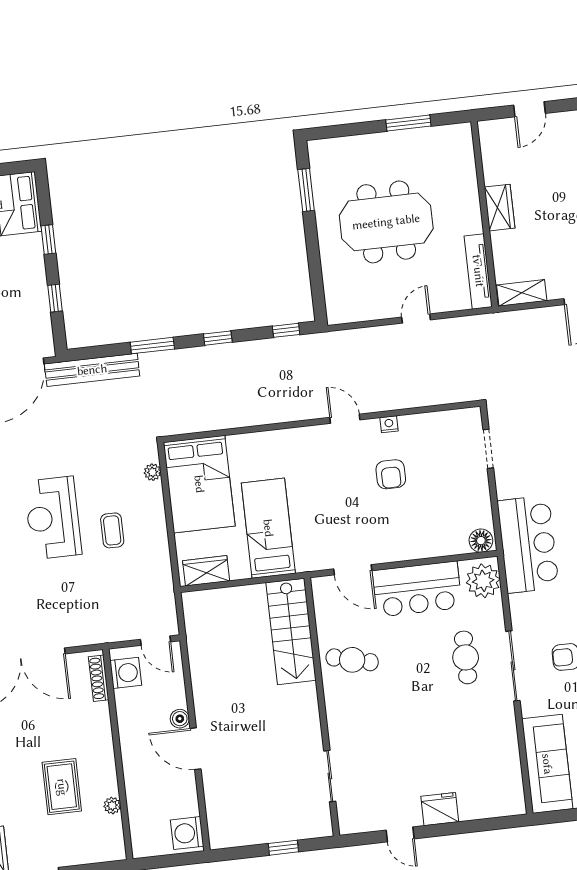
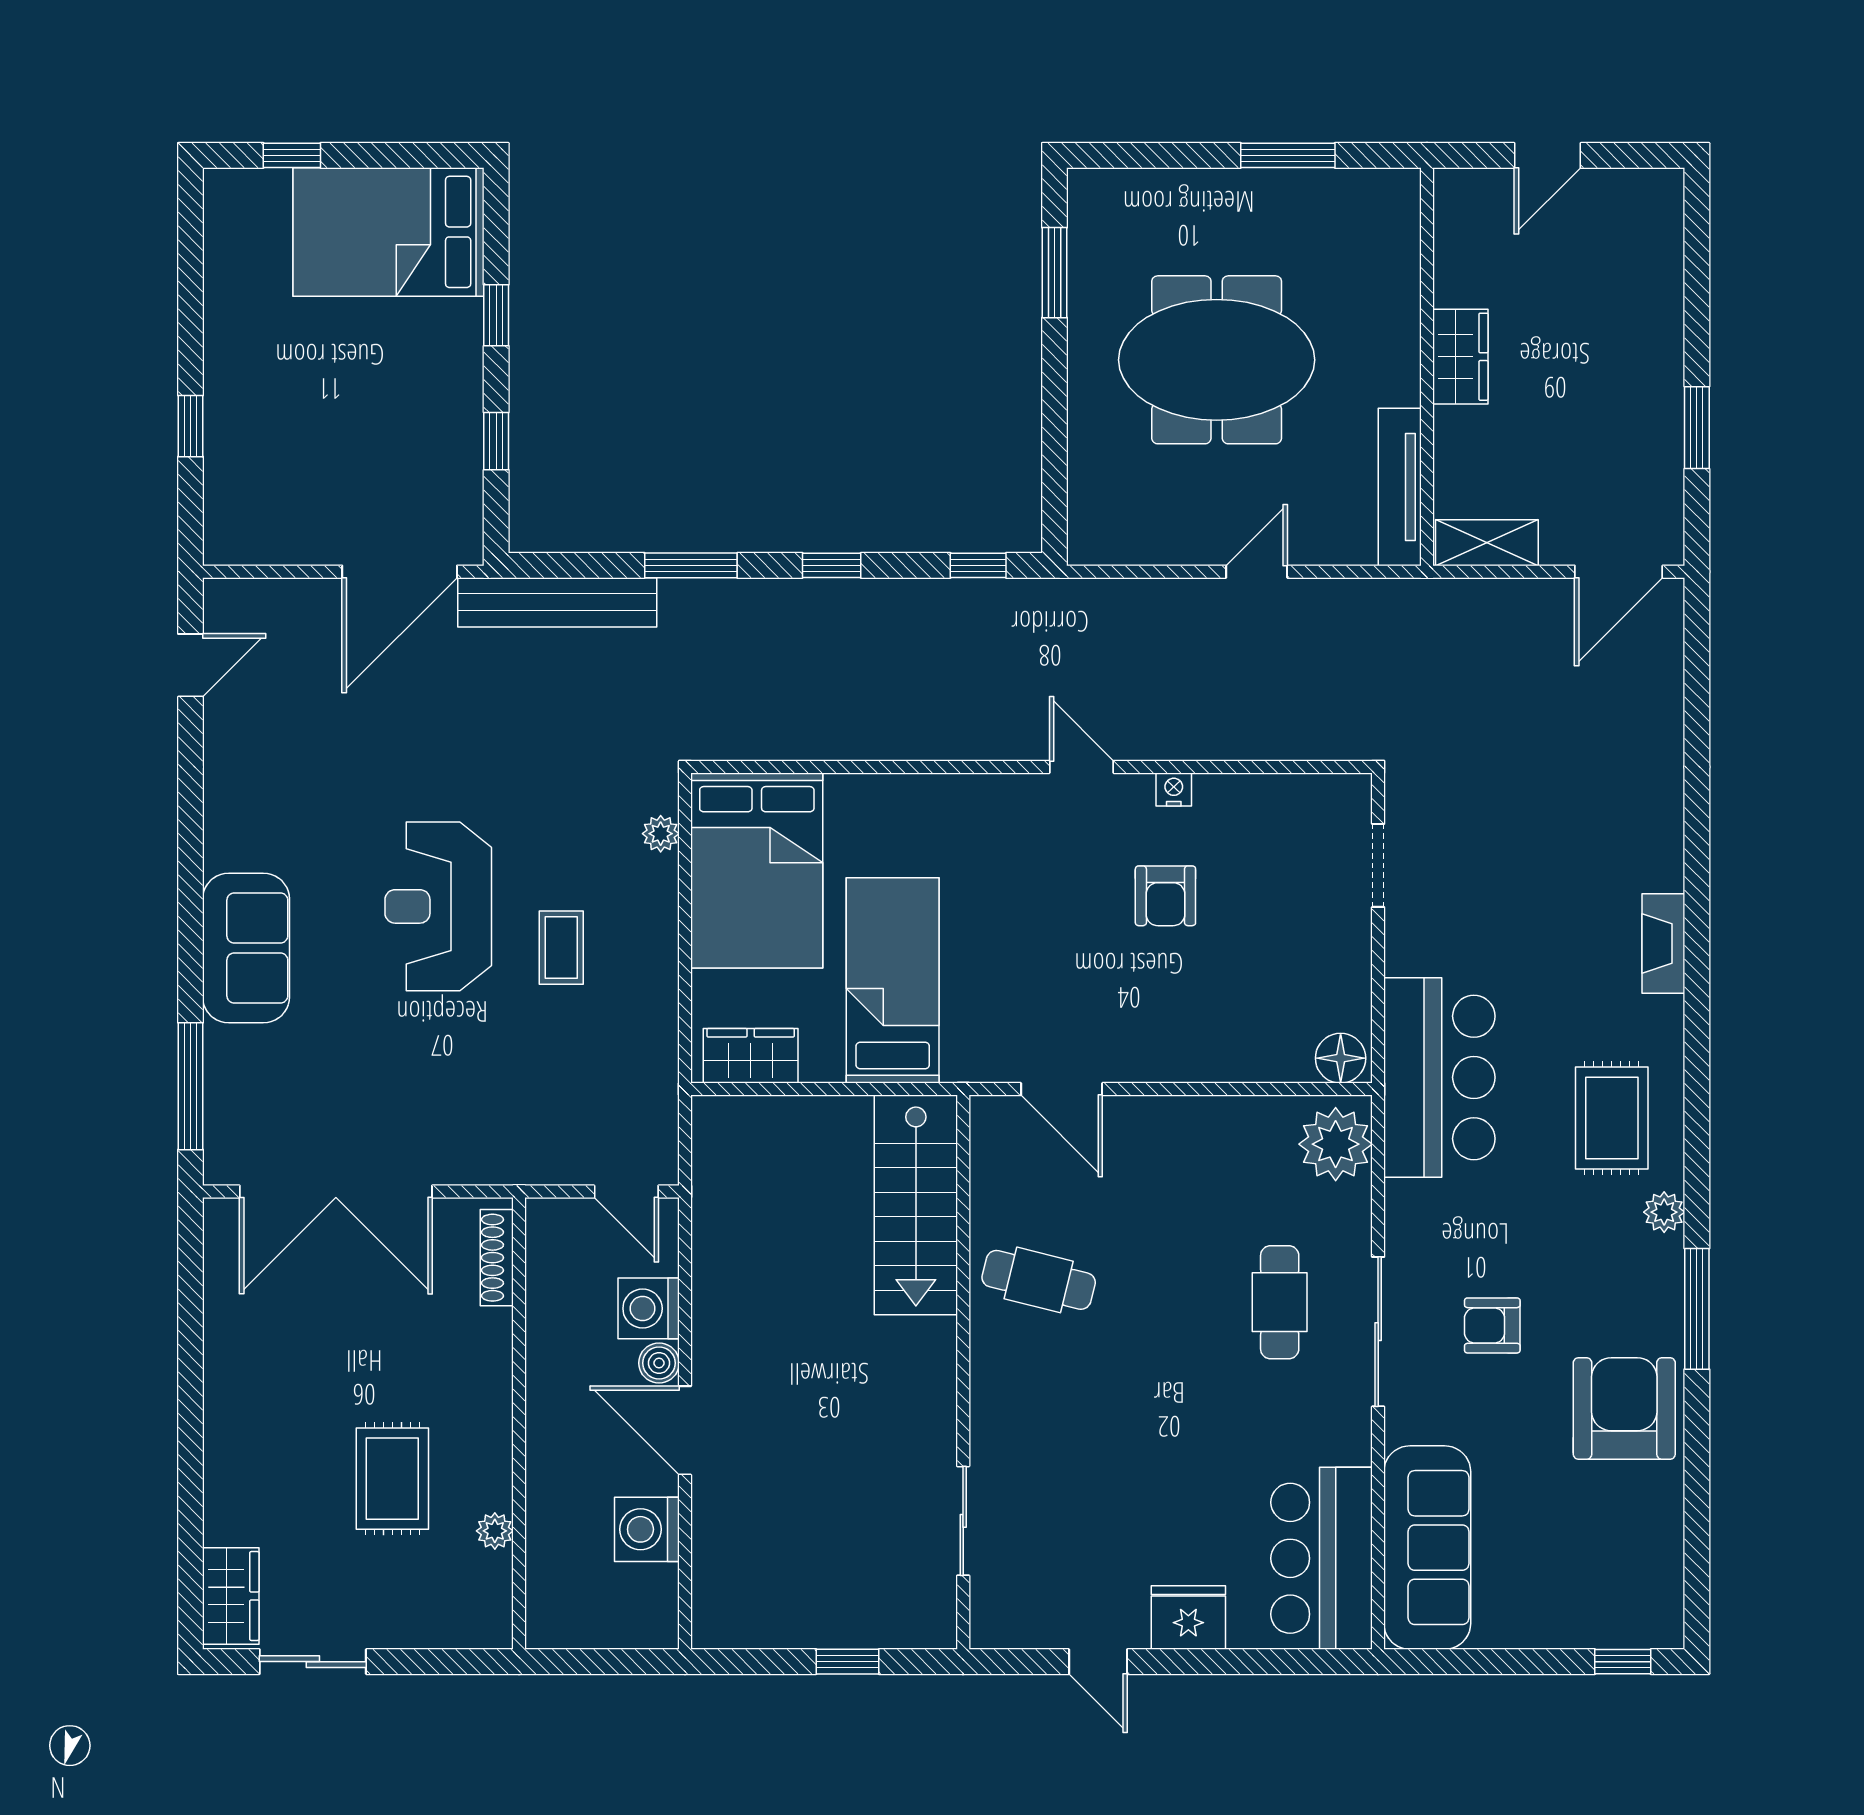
bar counter: (417, 589) -> (1322, 1558), moved, turned 90
washing machine: (126, 673) -> (649, 1308), moved, turned 180
washing machine: (187, 833) -> (647, 1529), moved

